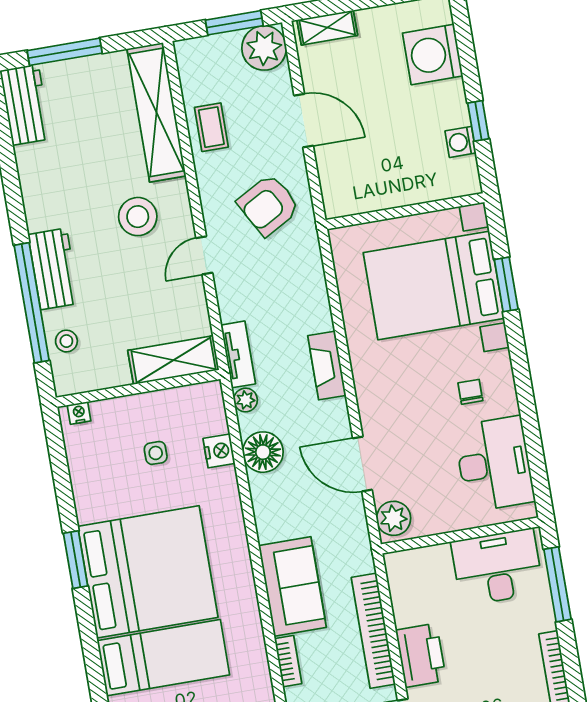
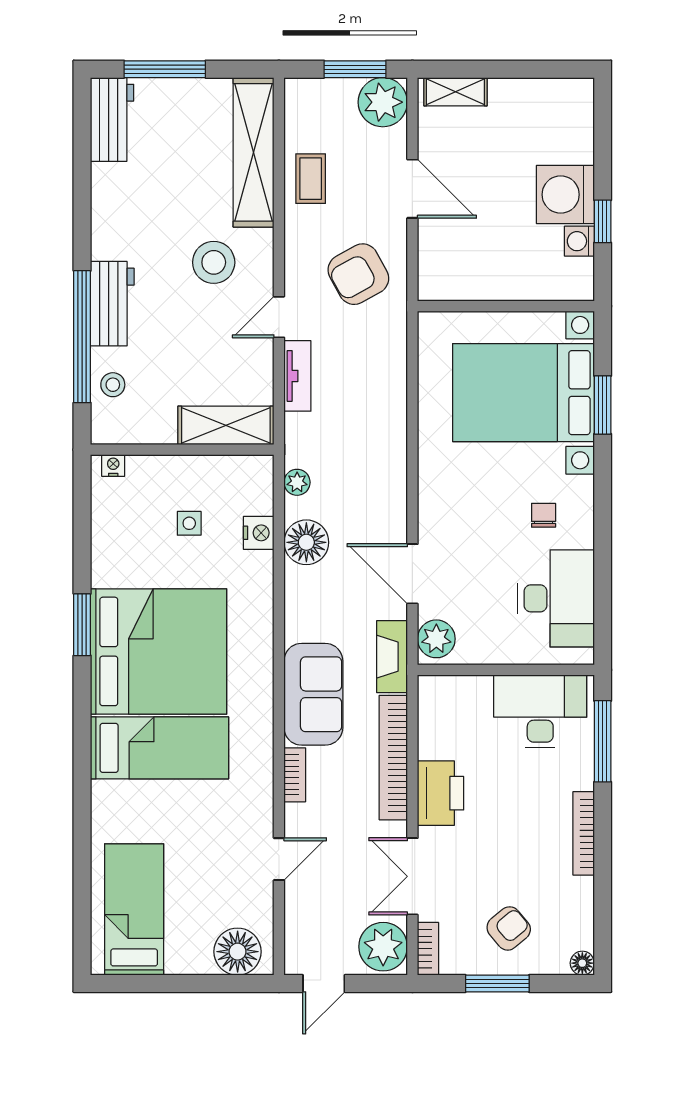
washing machine: (433, 55) -> (565, 195), moved
tv unit: (238, 354) -> (297, 376), moved
fireplace: (327, 365) -> (392, 657), moved

